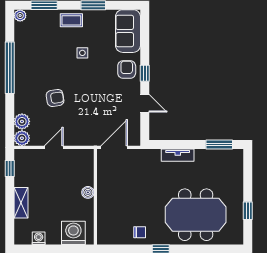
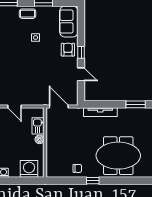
armchair: (55, 98) -> (16, 70), removed
door: (54, 147) -> (15, 106), swing flipped
door: (114, 147) -> (59, 106), hinge flipped
tv unit: (178, 155) -> (100, 112), width x1.41
kitchen sink: (86, 174) -> (38, 126), added

